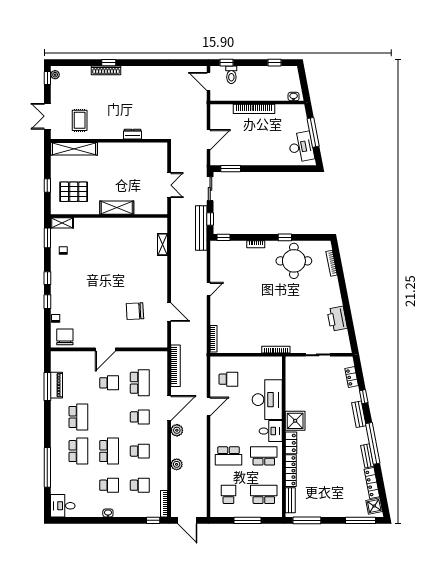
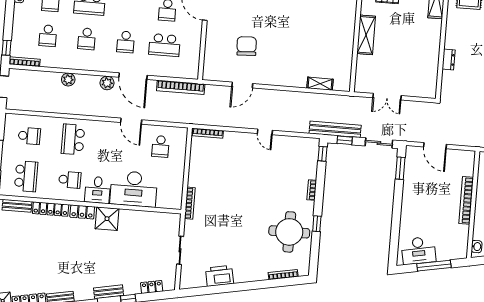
school desk: (264, 456) -> (70, 180), width x0.54

